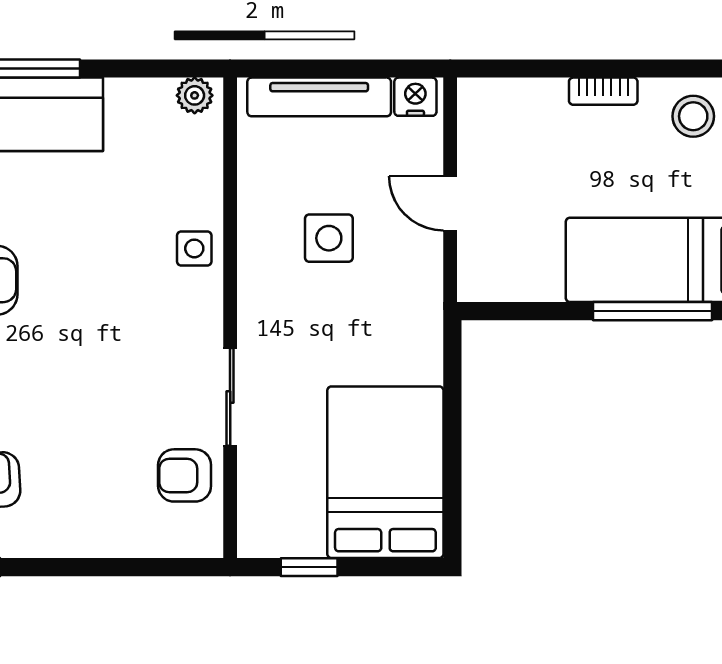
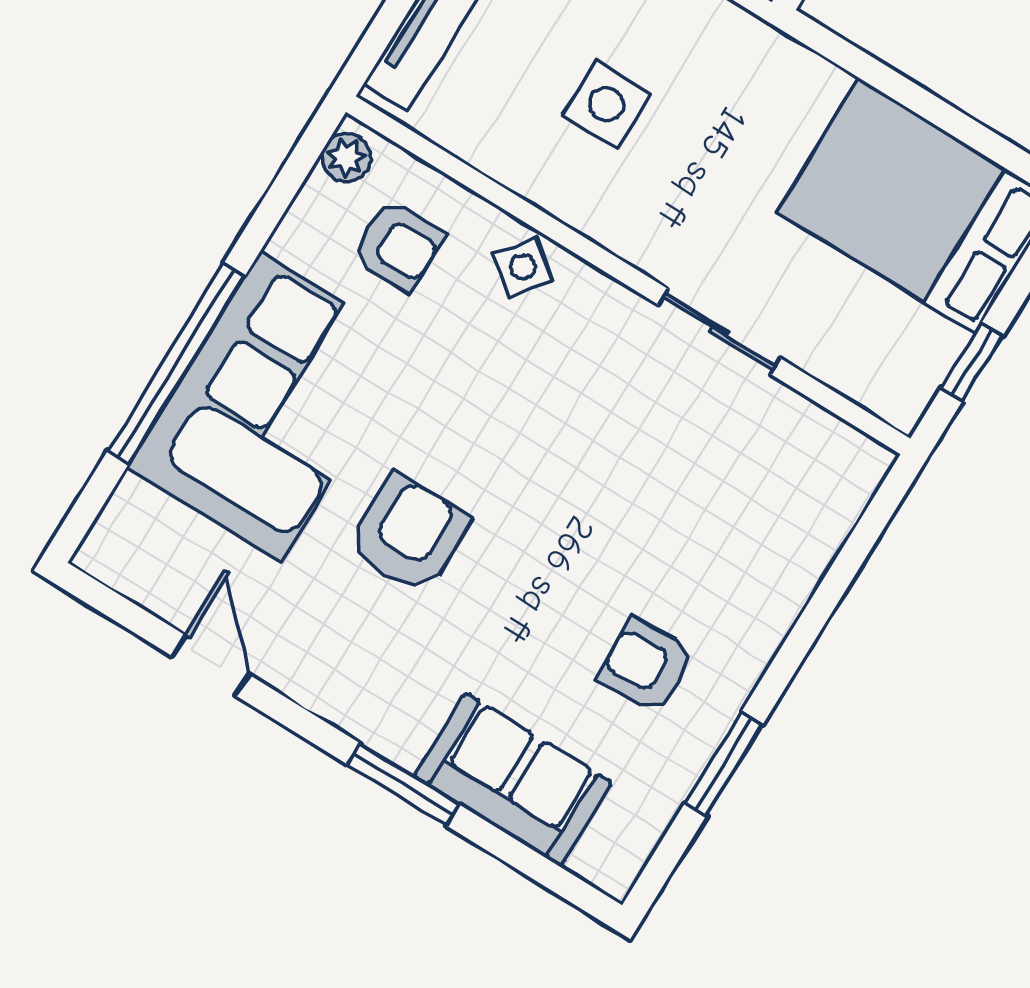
side table: (194, 248) -> (523, 267), turned 38
armchair: (185, 475) -> (398, 246), moved, turned -90

